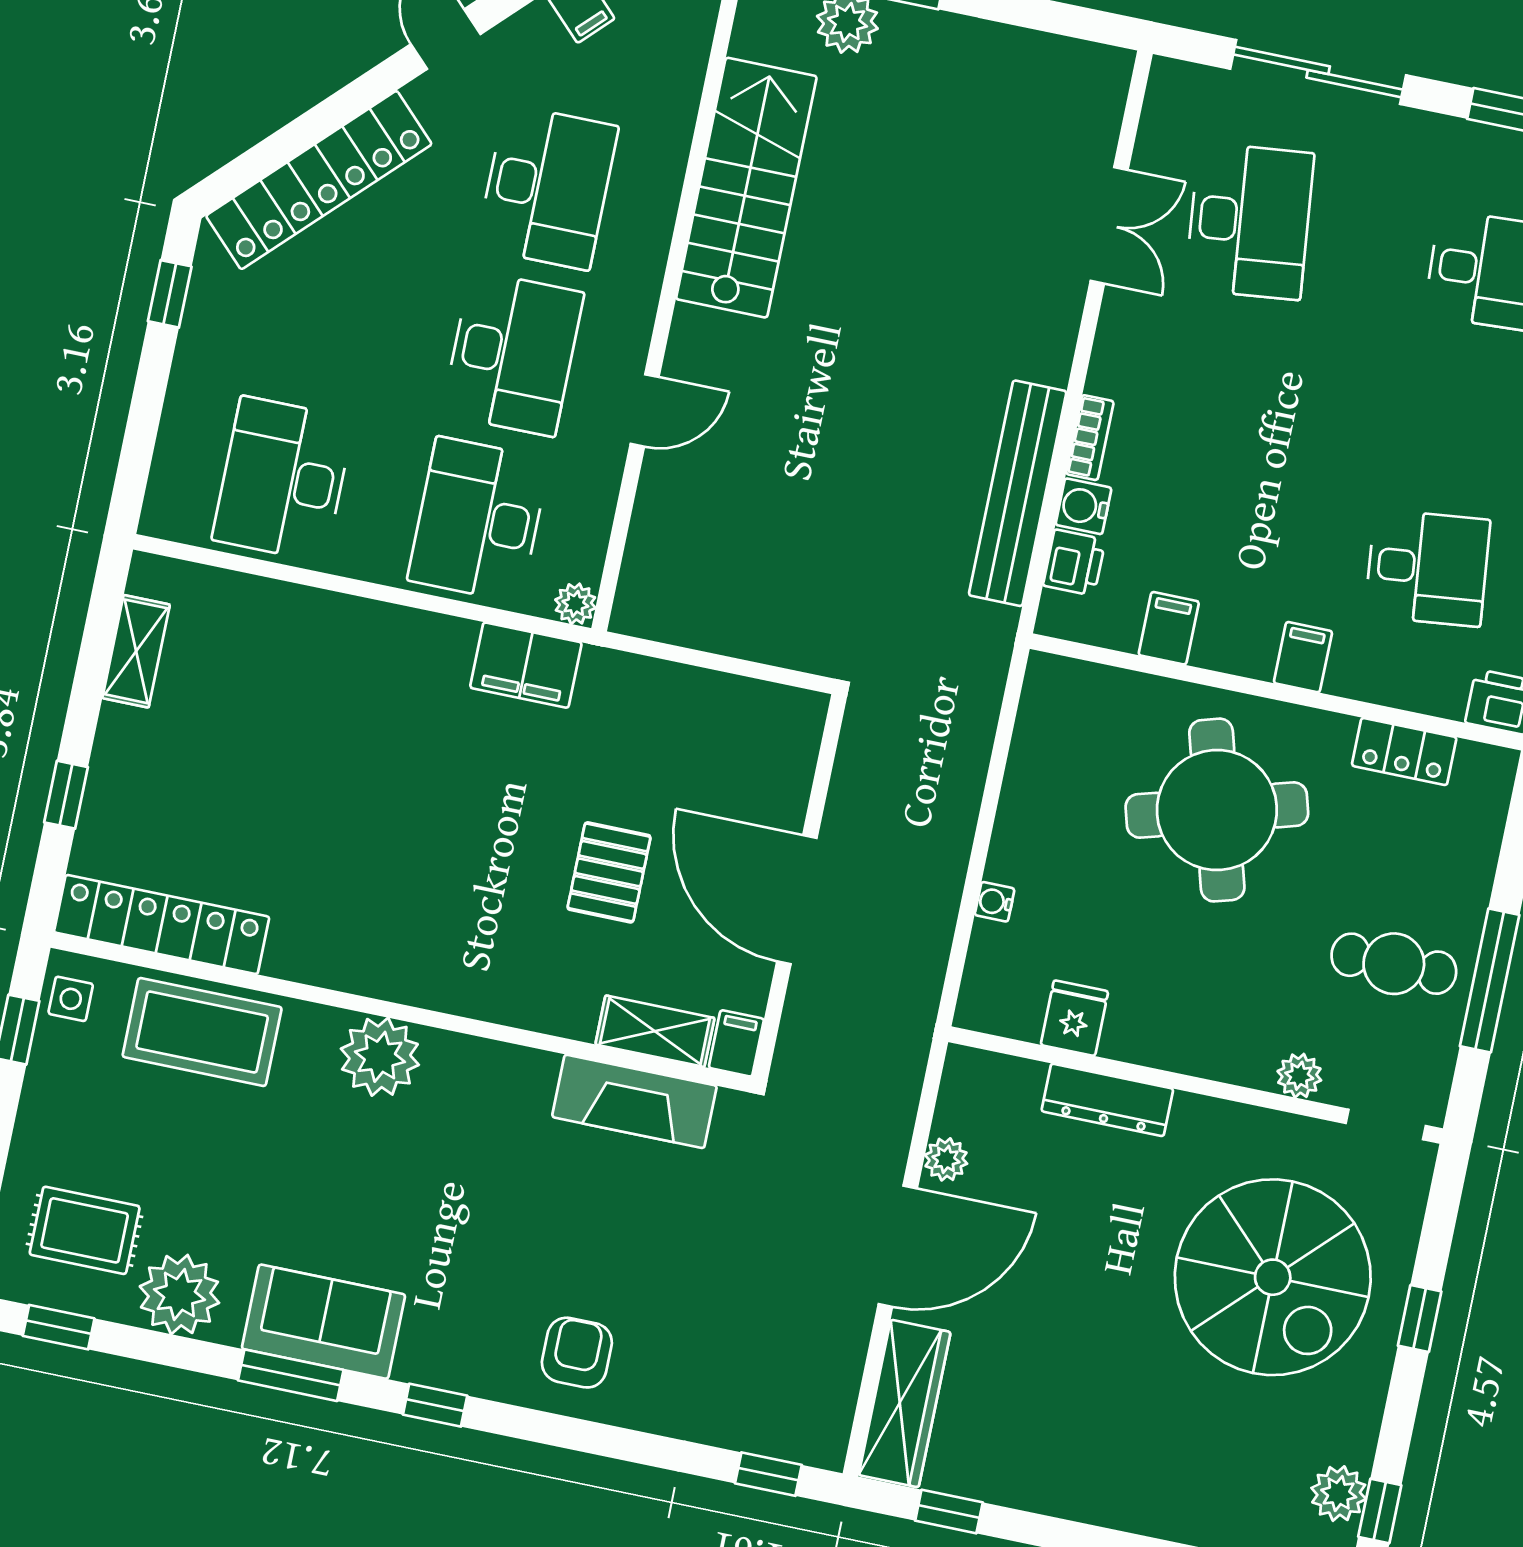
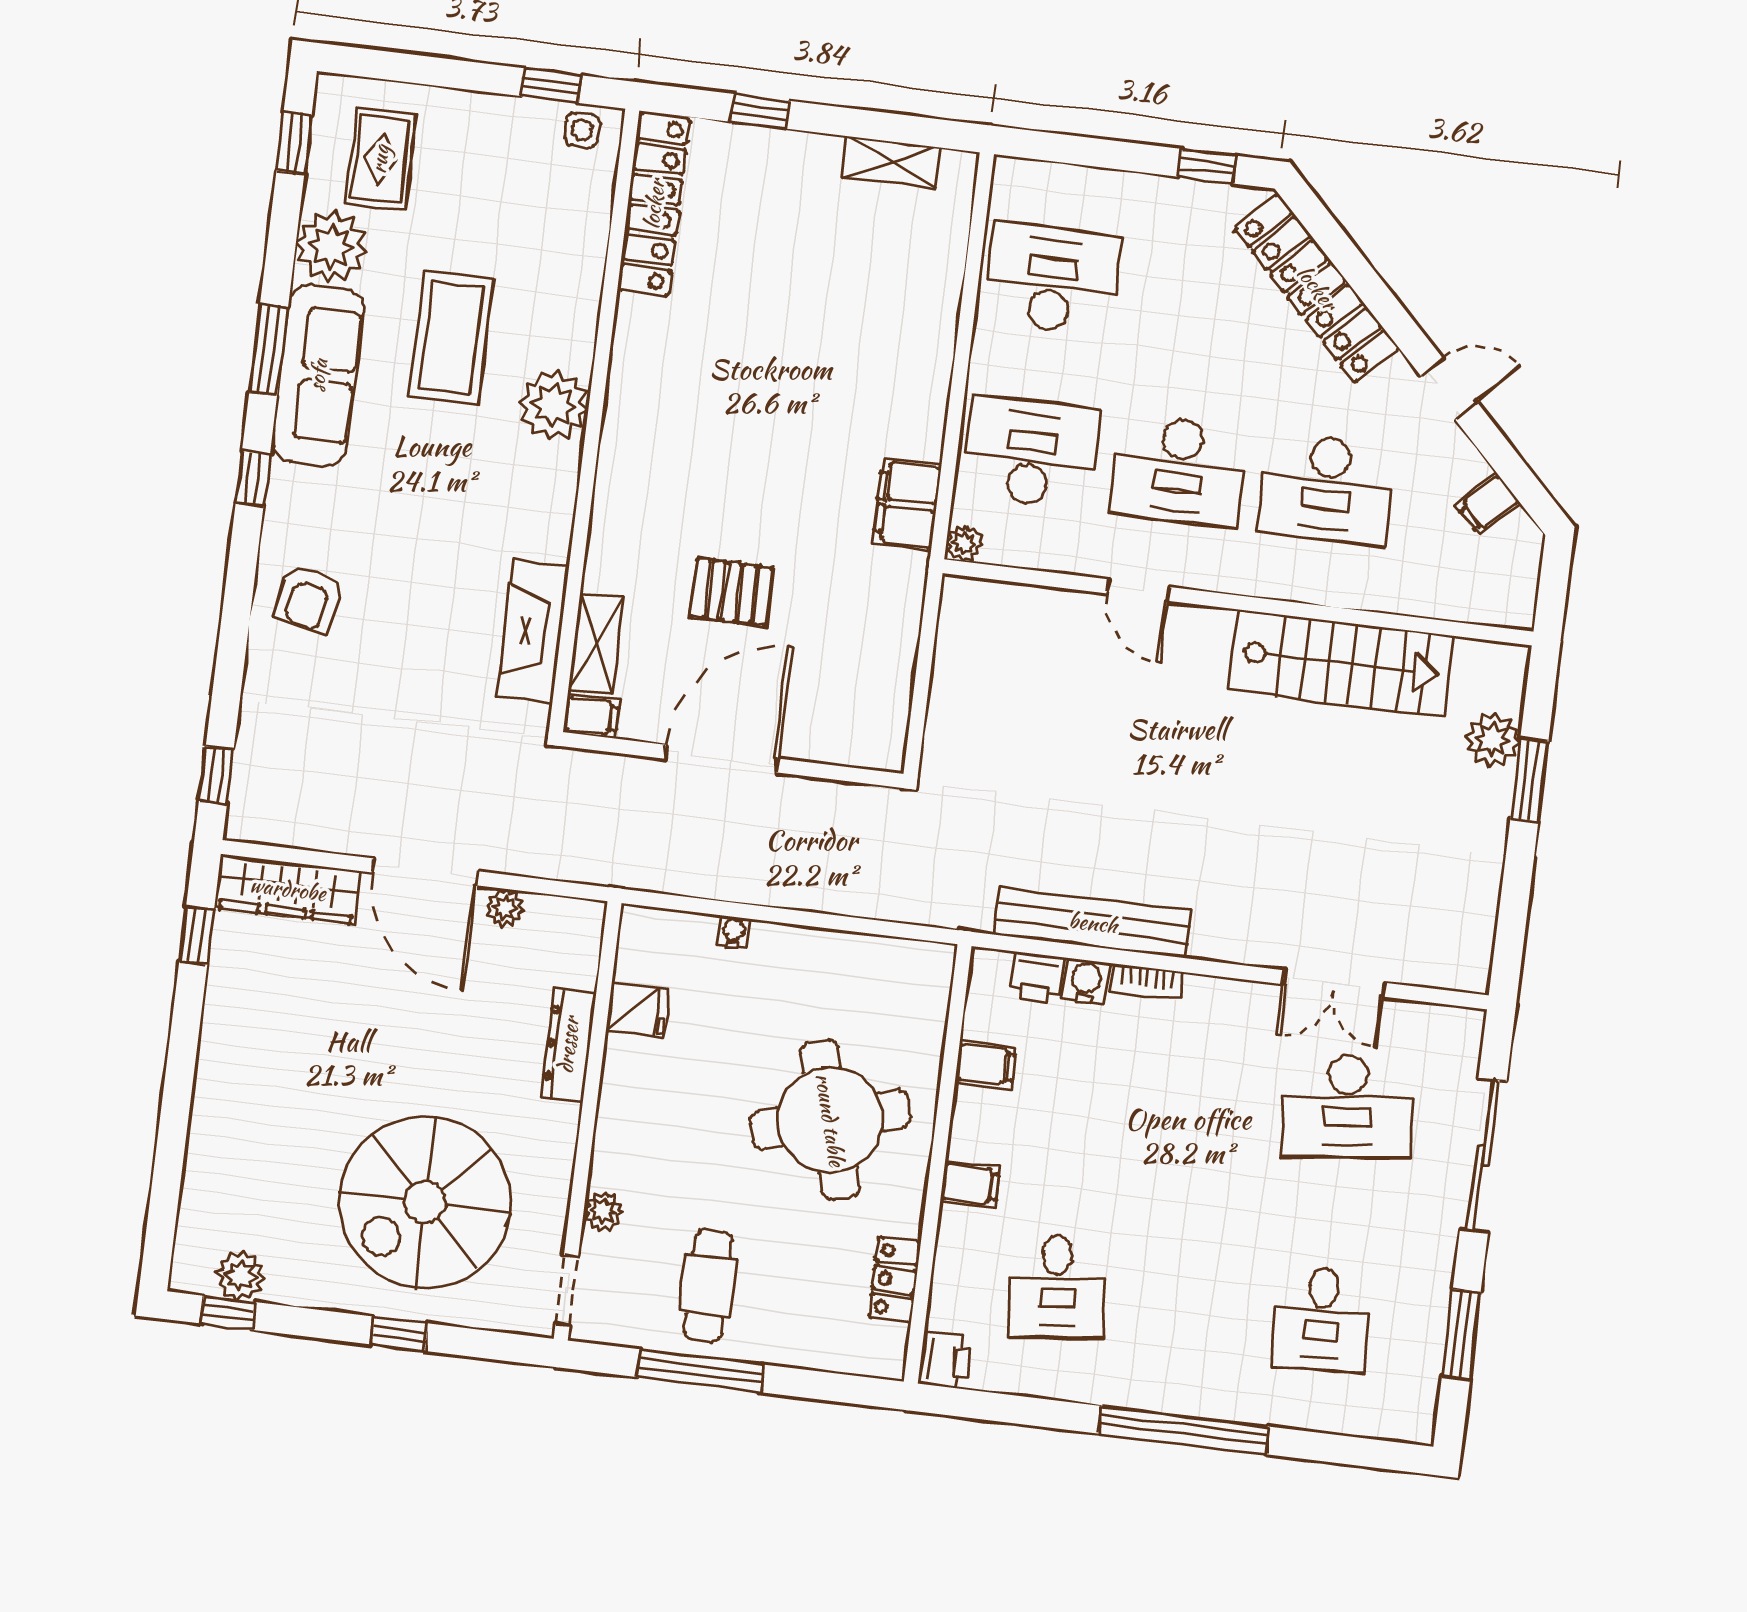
coffee table: (202, 1032) -> (451, 337), moved
sofa: (324, 1322) -> (318, 375), width x1.36
armchair: (577, 1353) -> (309, 599), turned 102

